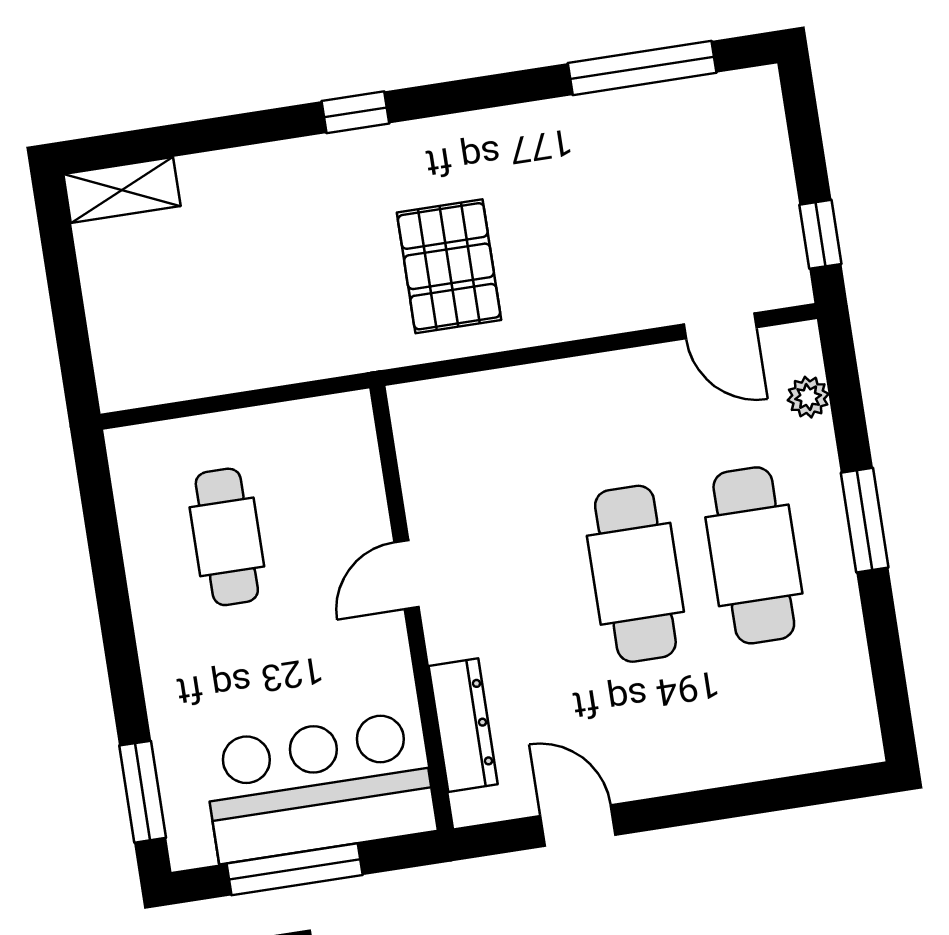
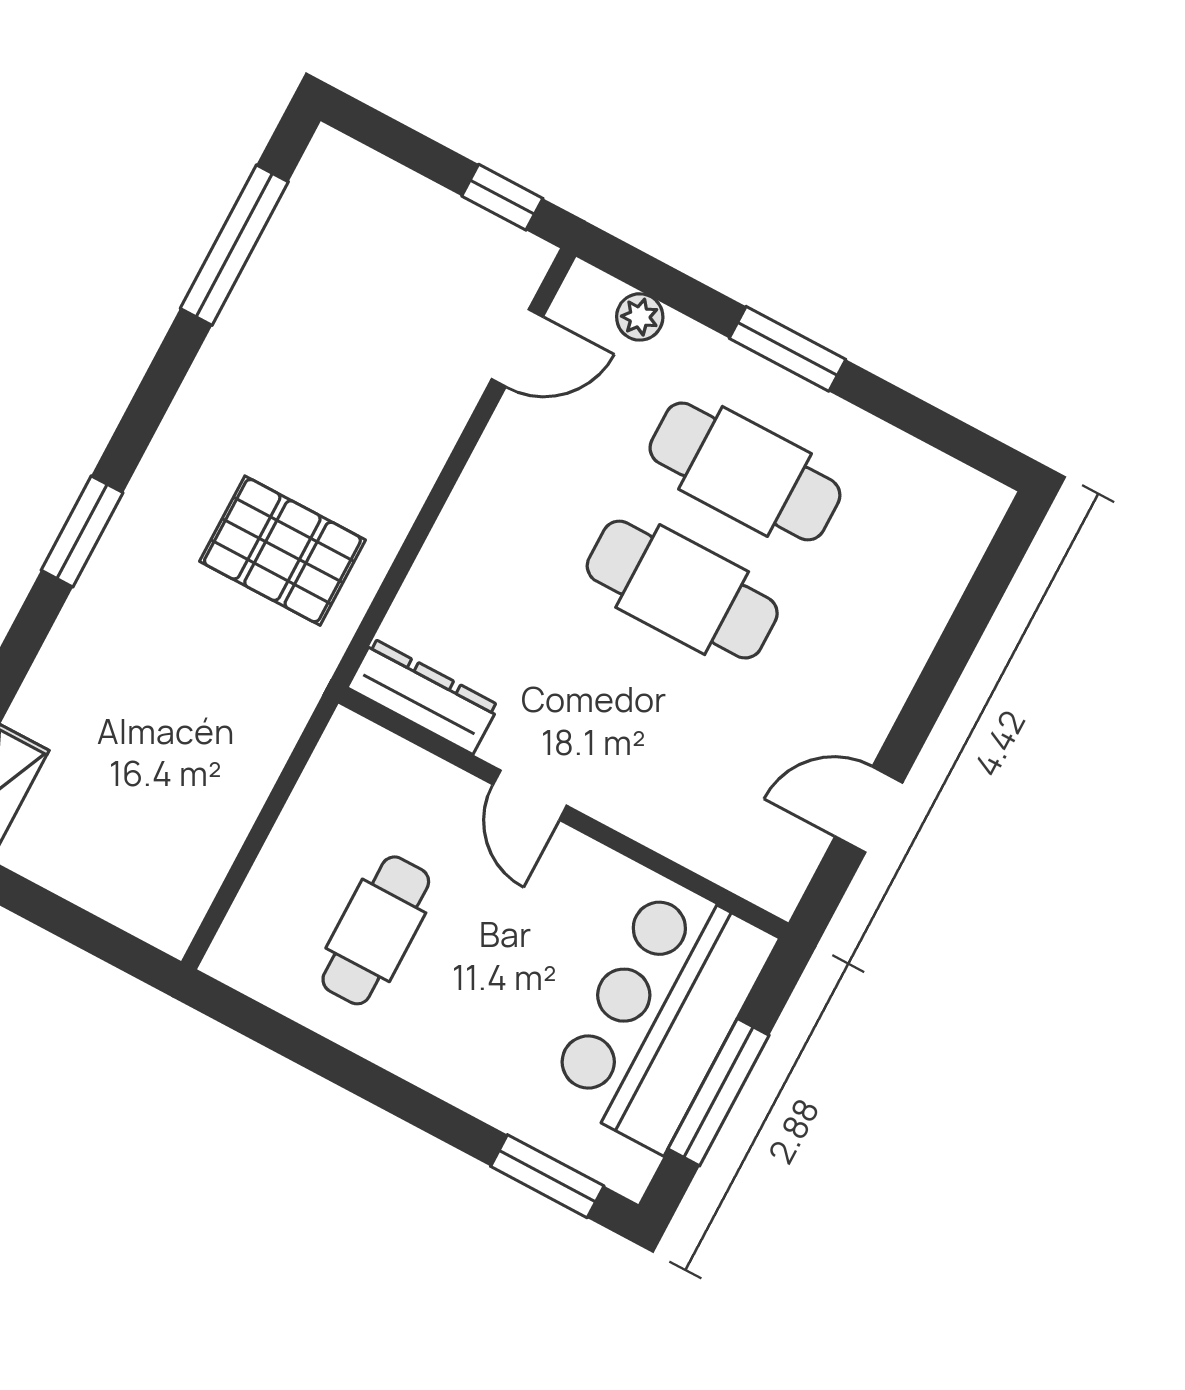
window: (355, 112) -> (82, 531), width x1.50
cafe table: (227, 537) -> (376, 930), turned 90
dresser: (463, 725) -> (423, 696), moved

